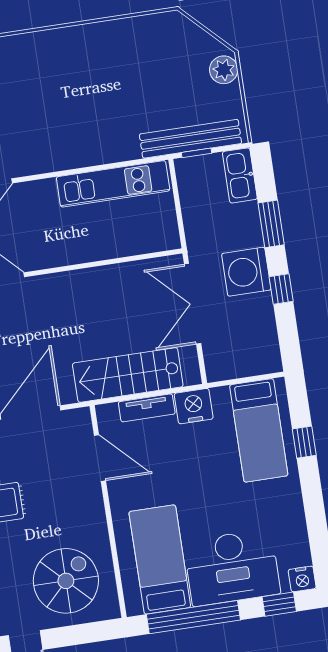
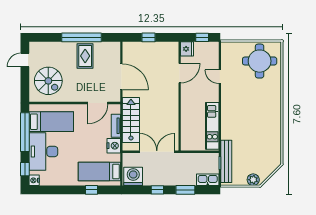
washing machine: (246, 272) -> (133, 176), moved

